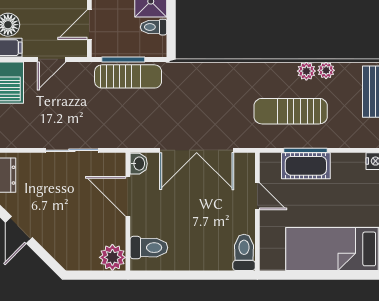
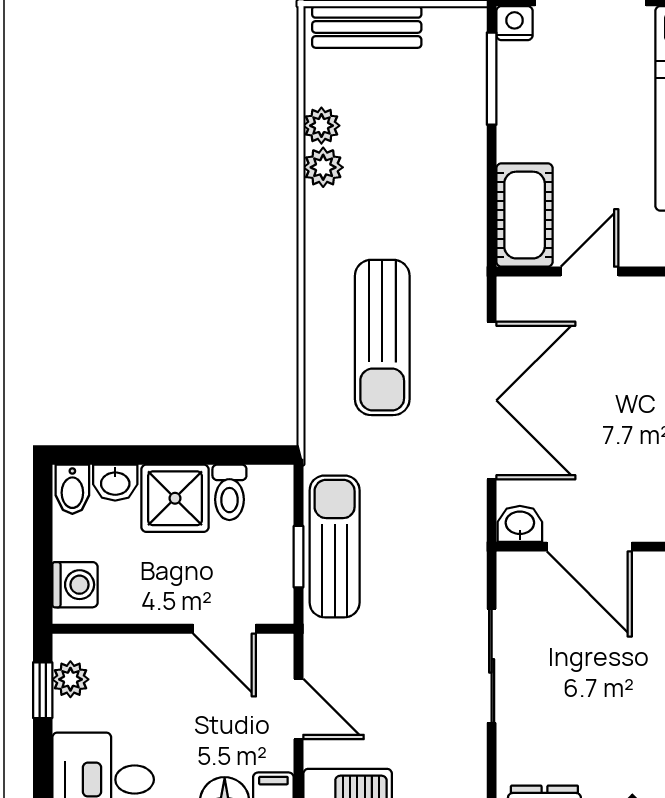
window: (123, 59) -> (299, 557), width x0.67
sun lounger: (291, 111) -> (382, 337), moved
window: (306, 150) -> (492, 79), moved
cot: (306, 166) -> (525, 215), moved
door: (128, 196) -> (589, 547), hinge flipped

